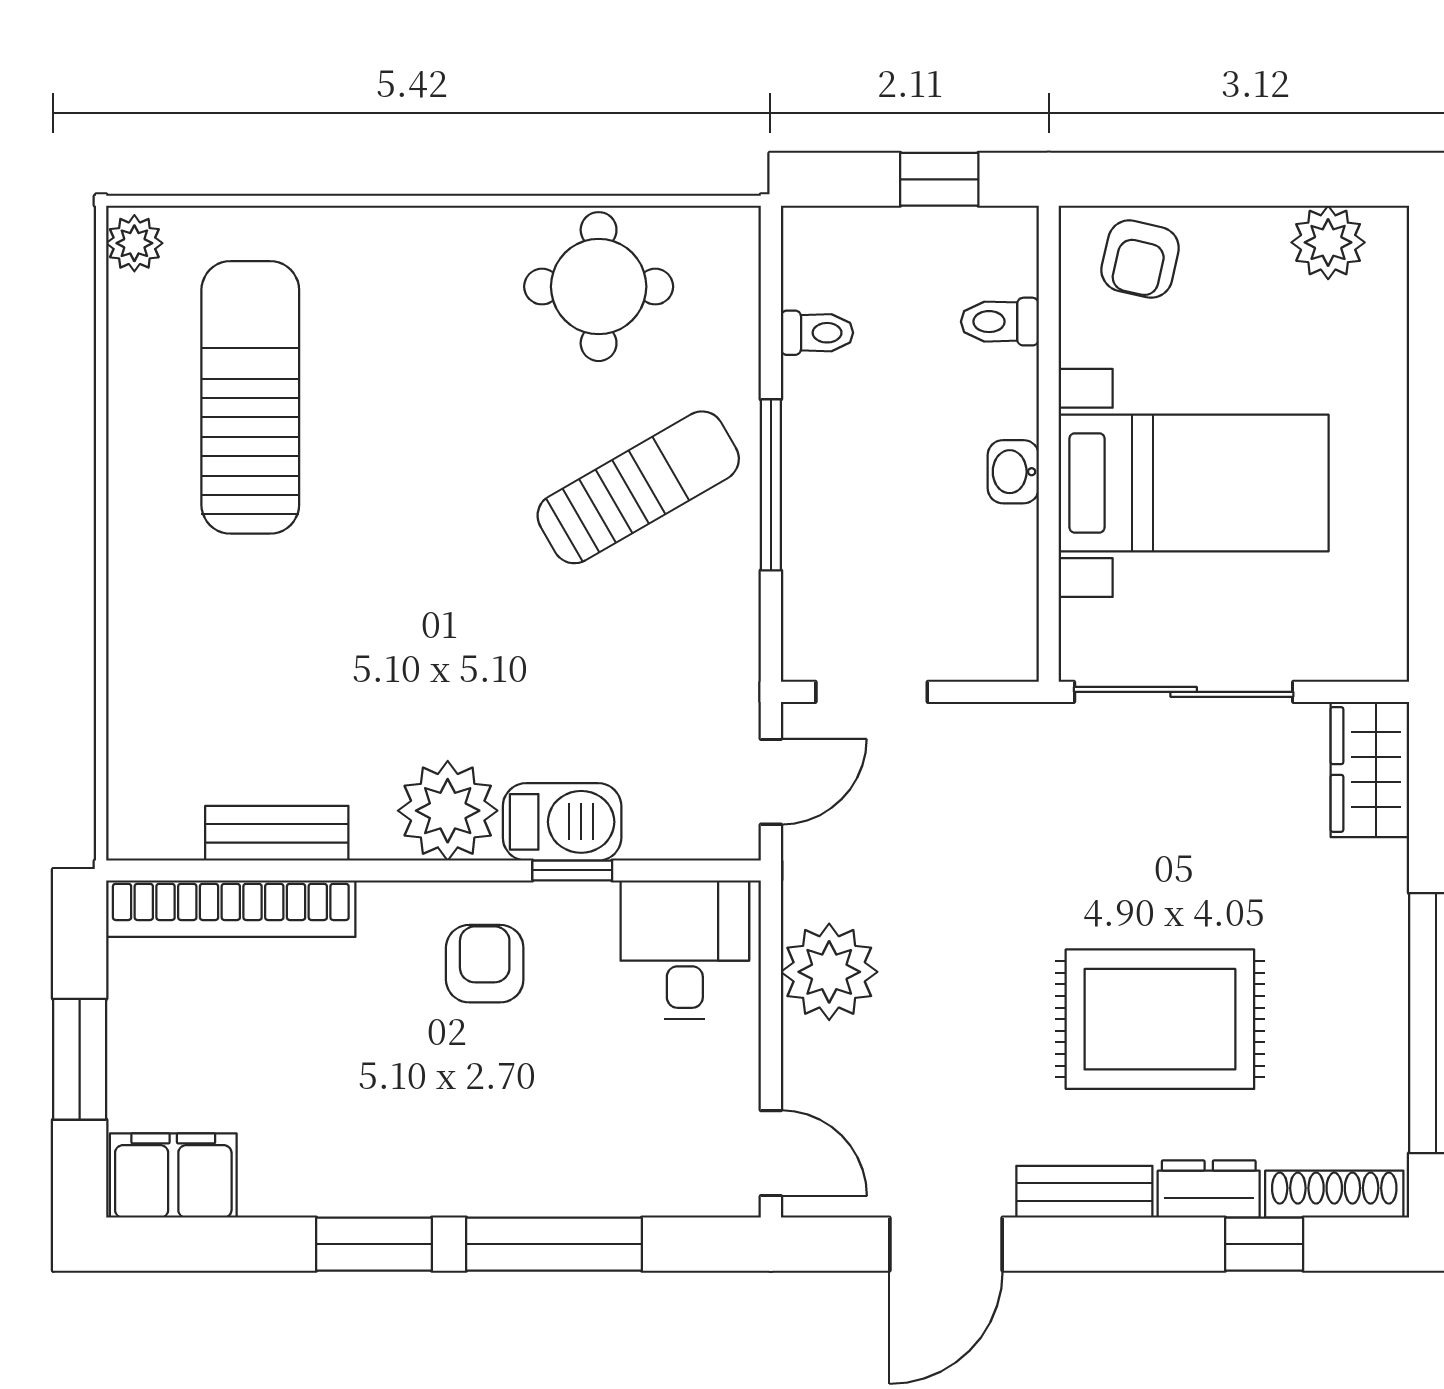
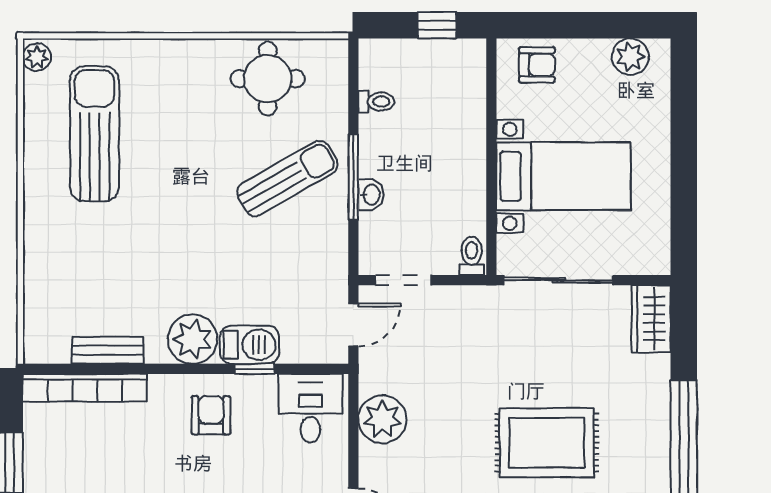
armchair: (1140, 259) -> (537, 65), turned -103
toilet: (1000, 322) -> (472, 256), moved, turned 90
washbasin: (1013, 472) -> (371, 195), moved, turned 180

